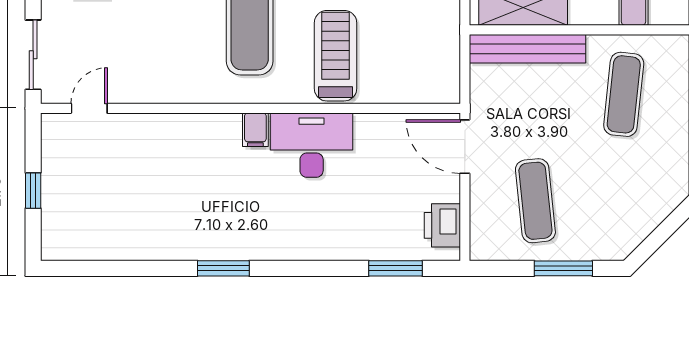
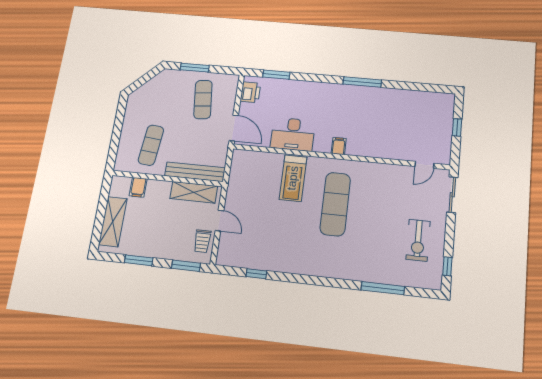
desk: (312, 145) -> (293, 134), moved
window: (223, 268) -> (362, 82), width x1.44

